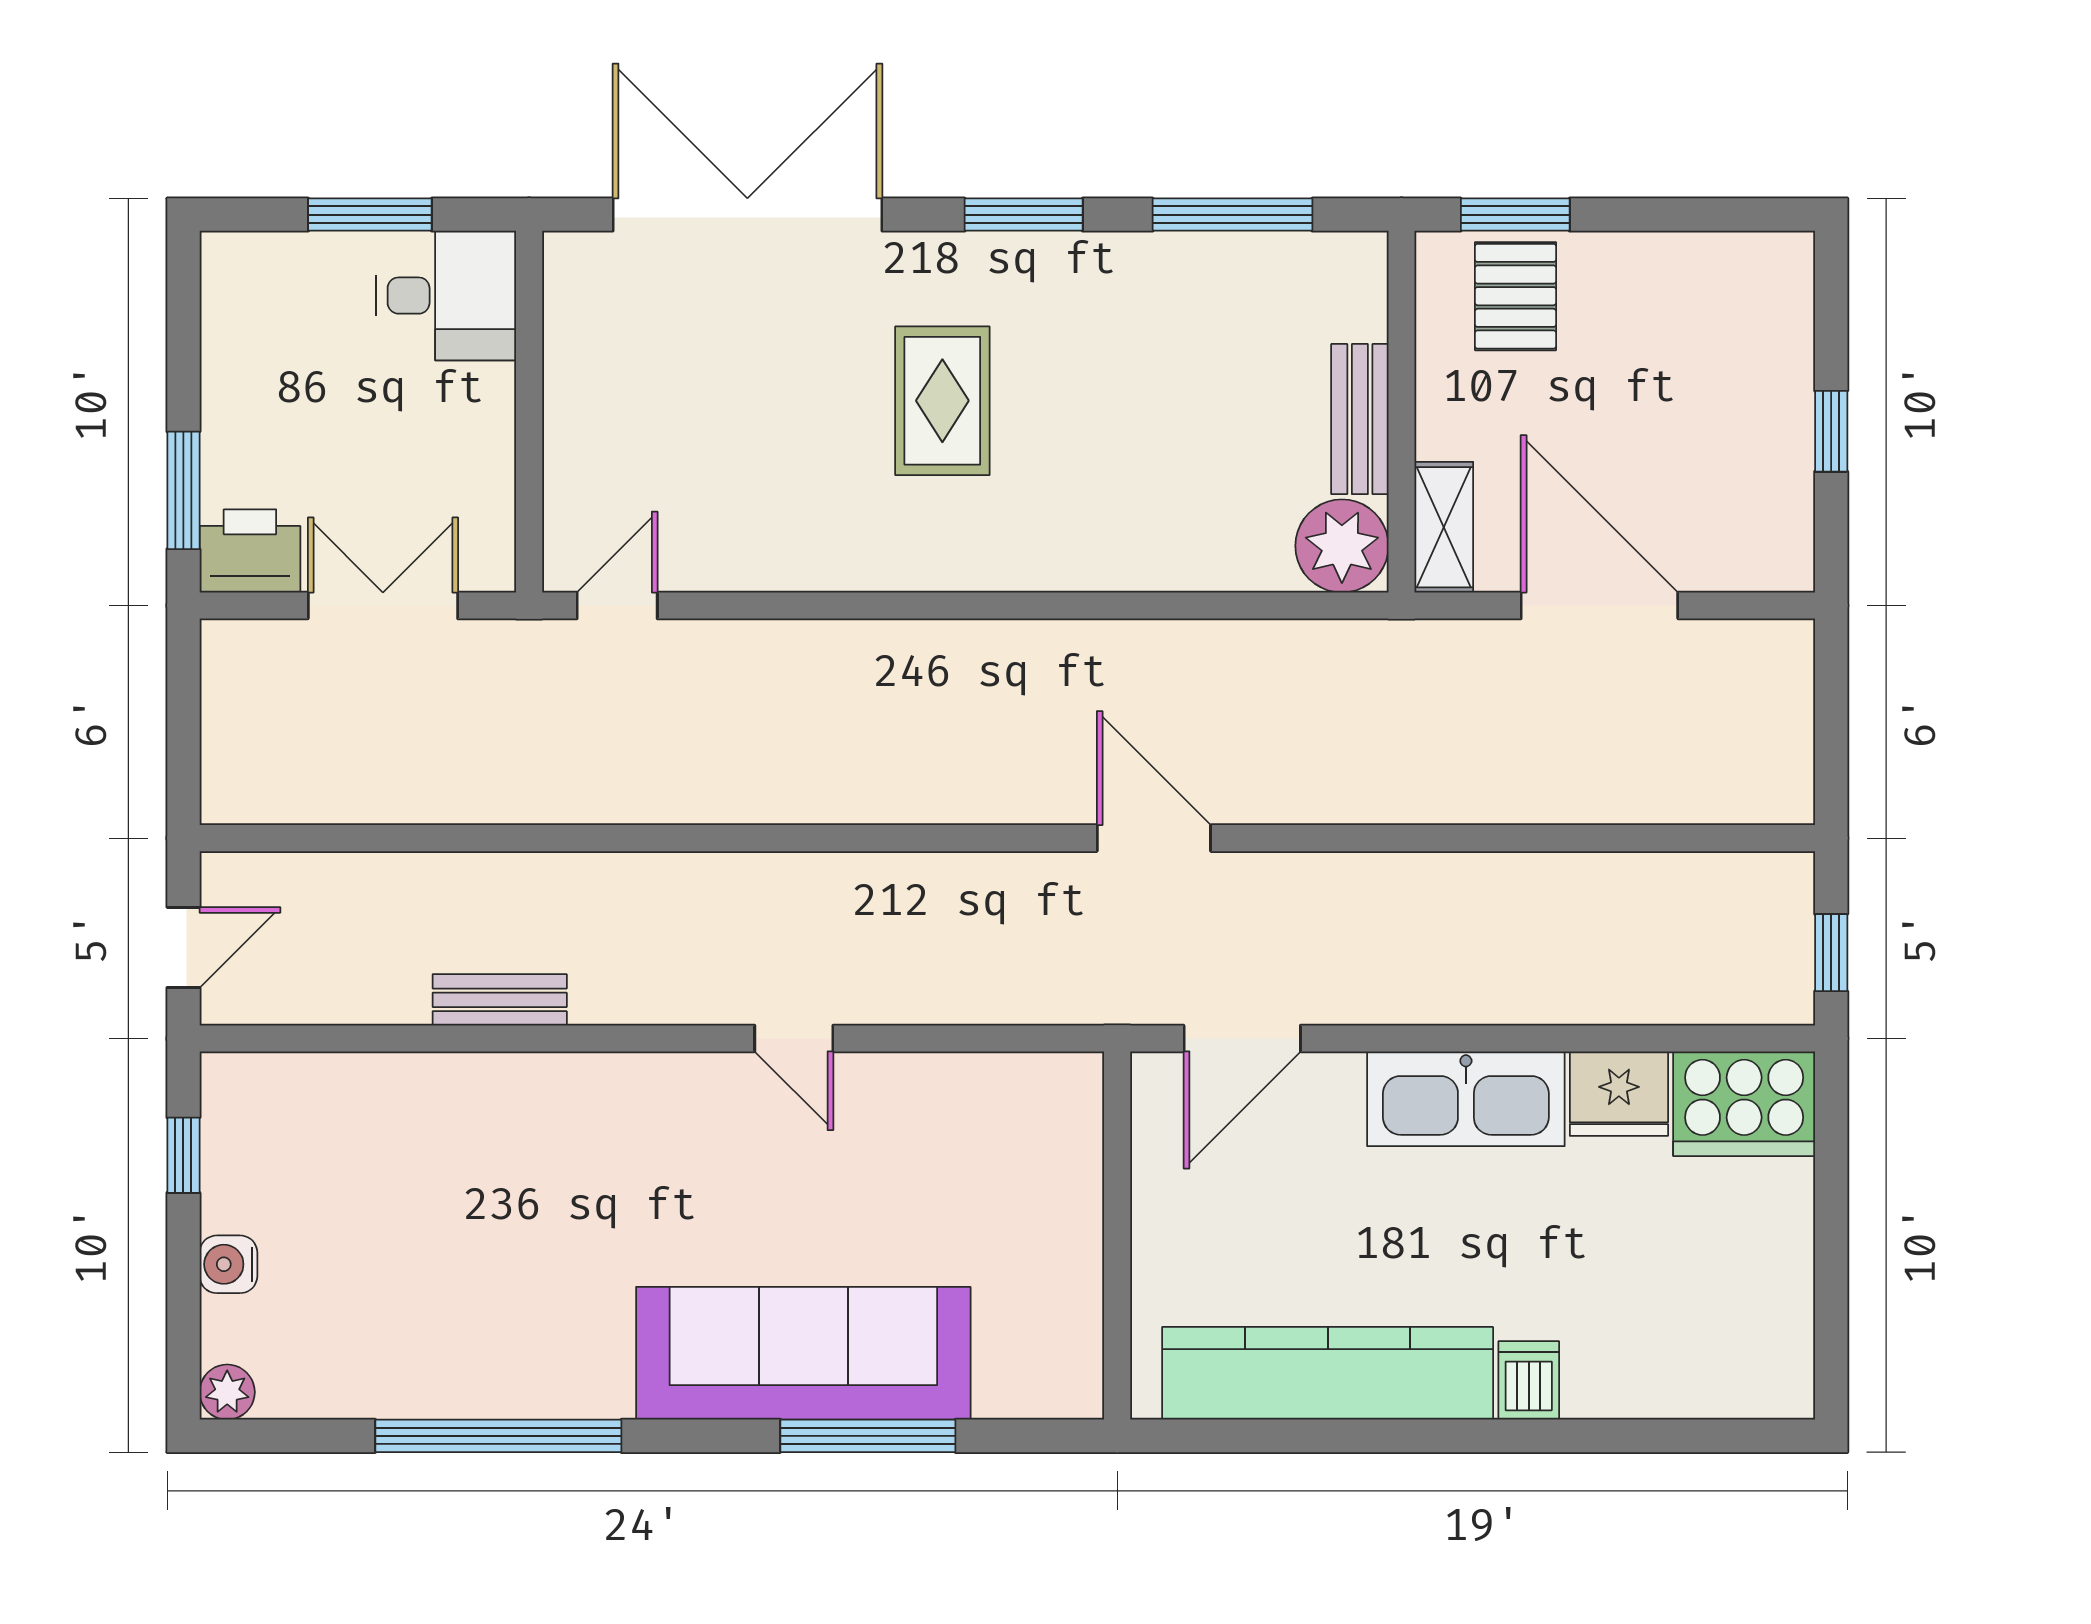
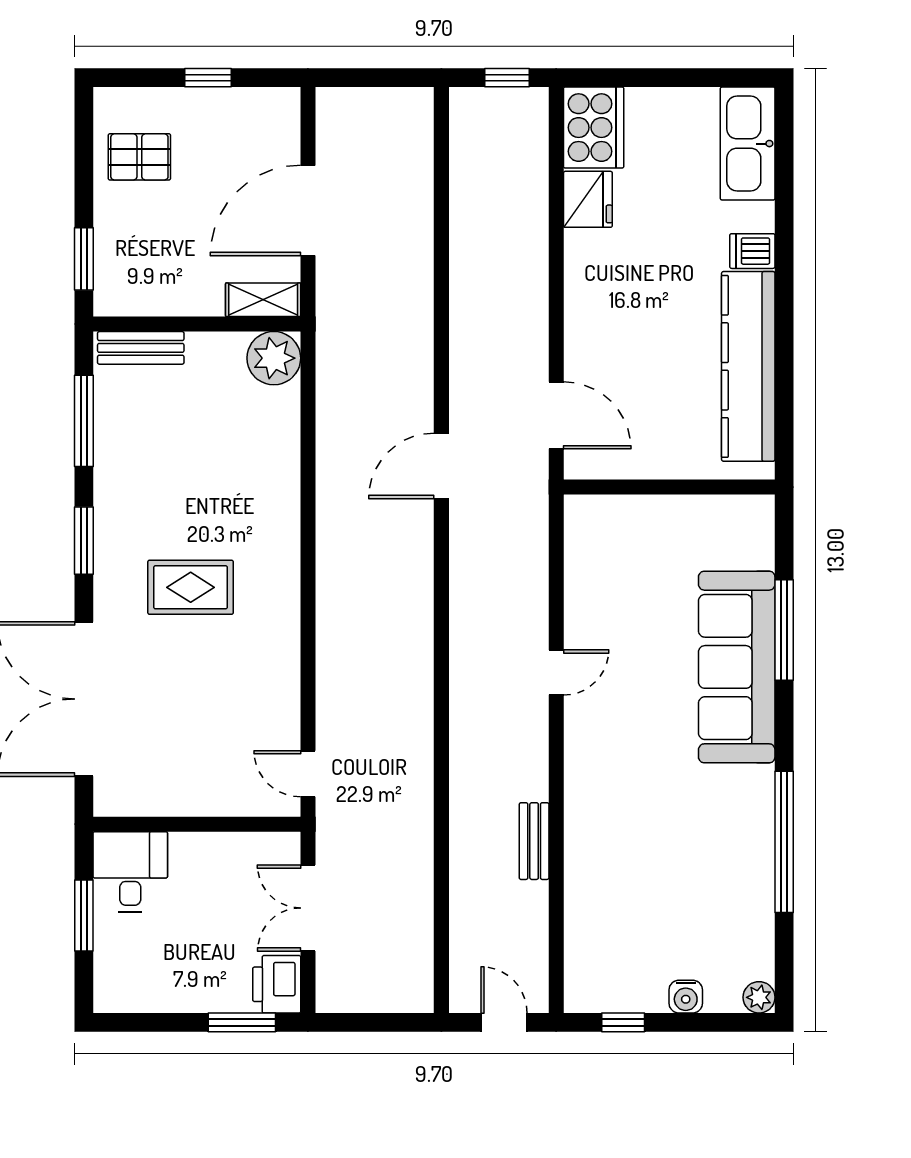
pallet: (1515, 296) -> (139, 157), moved
bench: (1360, 419) -> (141, 348), moved
kitchen sink: (1466, 1099) -> (748, 144), moved, turned 180

